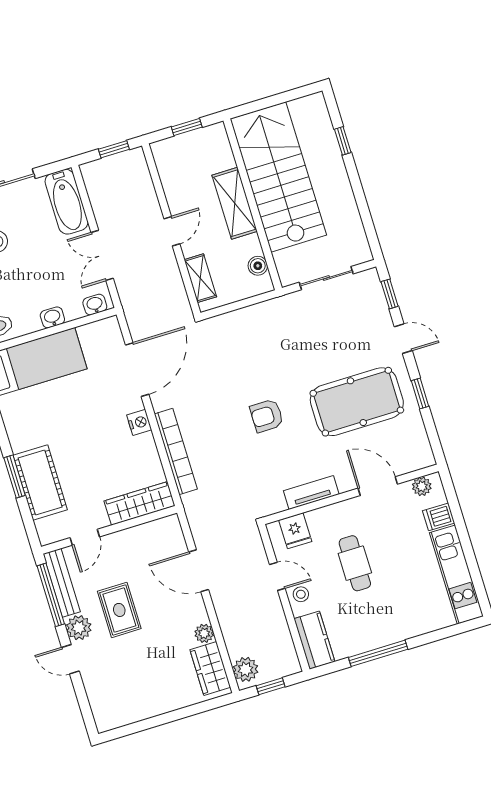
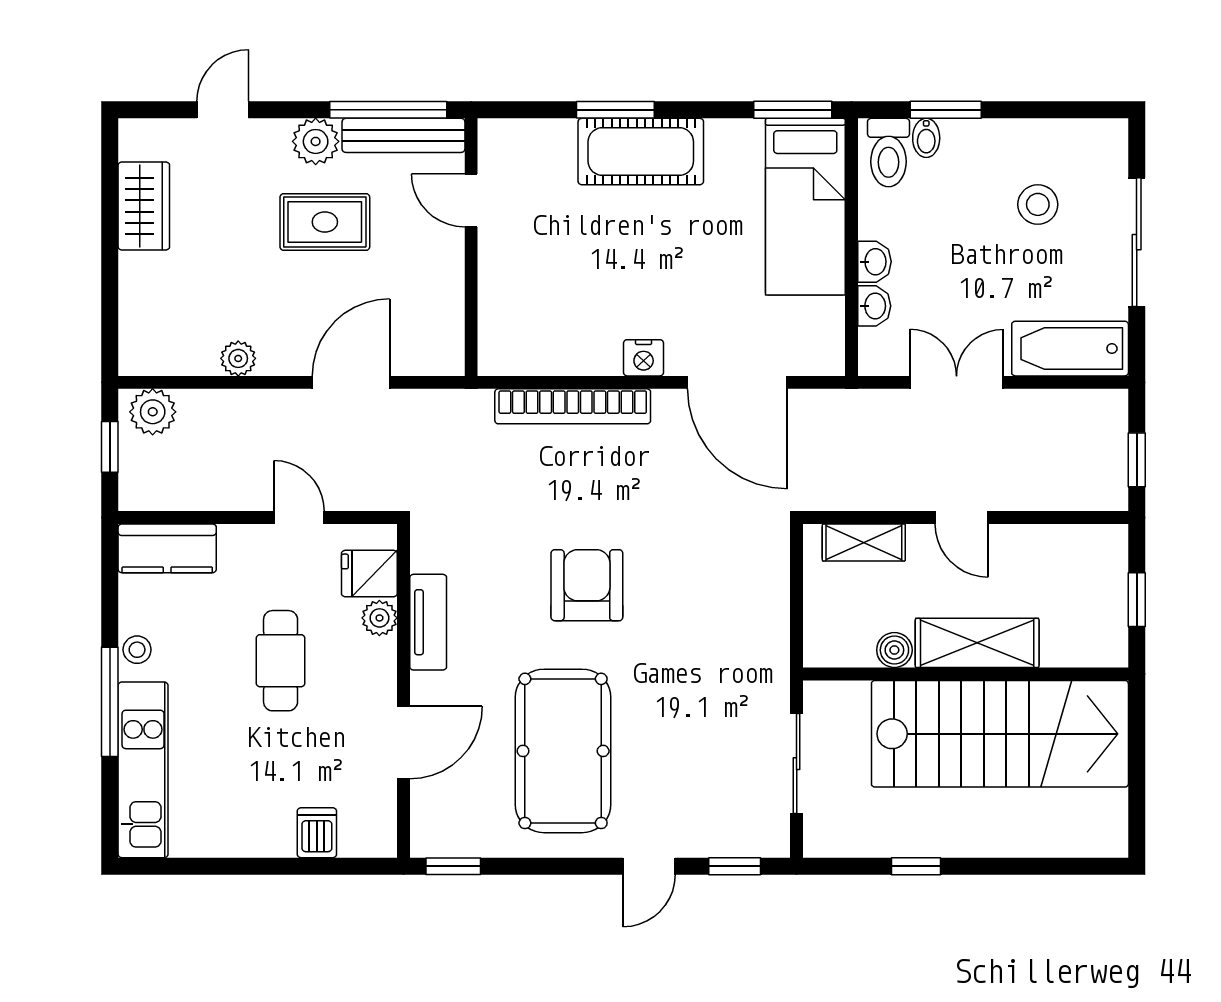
window: (343, 141) -> (916, 866), moved
boiler: (258, 266) -> (894, 650), moved
washbasin: (95, 305) -> (874, 306), moved
window: (420, 394) -> (453, 866), moved
armchair: (267, 416) -> (587, 585), width x1.38, depth x1.38
cot: (40, 482) -> (641, 152), moved
plant: (422, 486) -> (379, 618), moved
wardrobe: (140, 503) -> (501, 315), removed
cafe table: (355, 563) -> (281, 661), turned 90
kitchen unit: (456, 574) -> (143, 770), moved, turned 90
door: (277, 576) -> (299, 518), swing flipped
stool: (301, 594) -> (137, 650), moved
window: (378, 653) -> (110, 702), moved
door: (70, 659) -> (223, 110), moved
wardrobe: (210, 669) -> (144, 206), moved, turned 90

